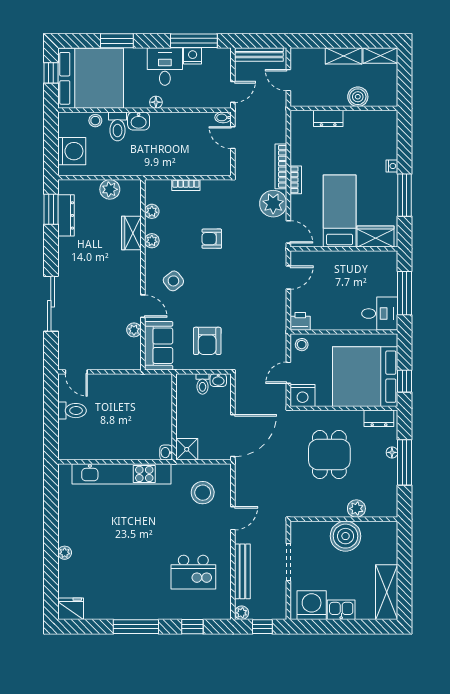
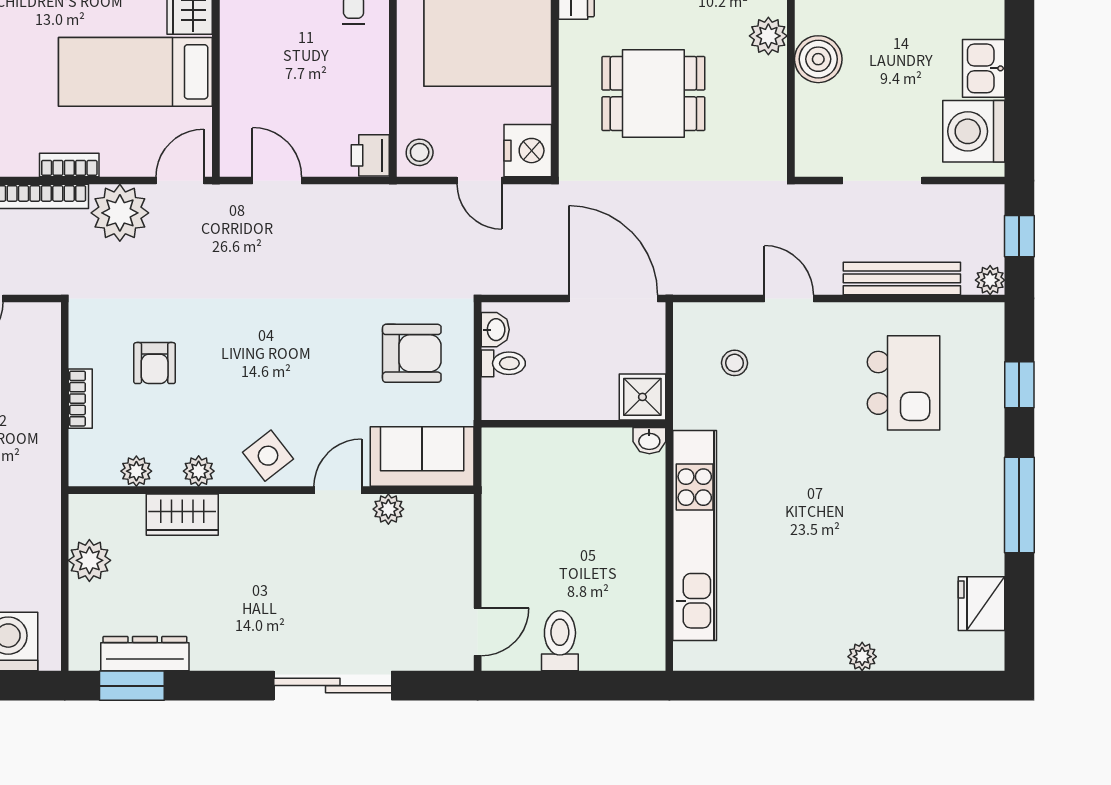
armchair: (212, 239) -> (155, 363), moved
side table: (173, 281) -> (268, 456), moved
stool: (203, 493) -> (734, 363), width x0.53, depth x0.53
boiler: (346, 536) -> (818, 59), width x0.73, depth x0.73
fridge: (71, 609) -> (981, 604), moved

